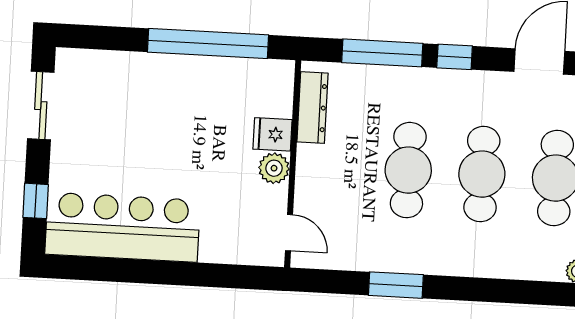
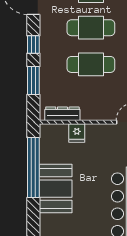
window: (382, 53) -> (33, 81), width x0.69
booth: (163, 86) -> (56, 189), added
plant: (274, 168) -> (94, 131), removed

